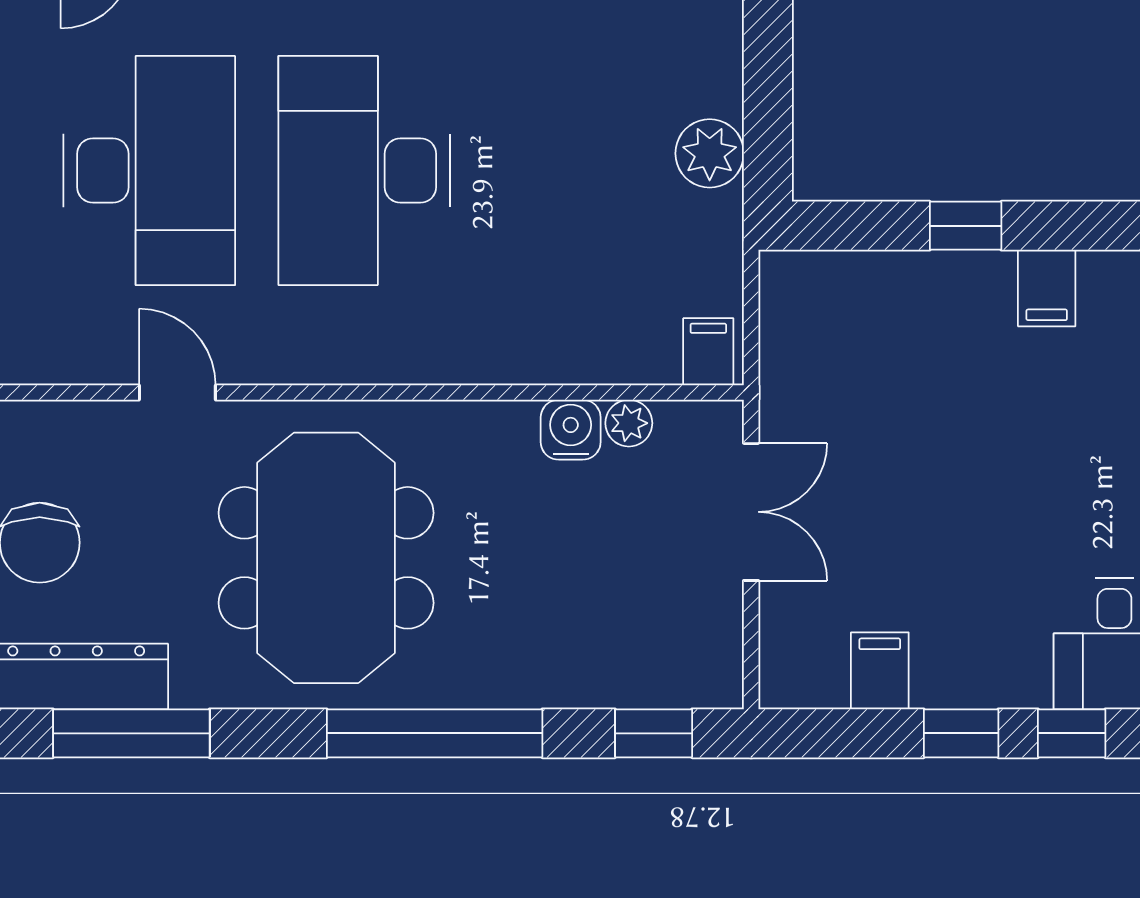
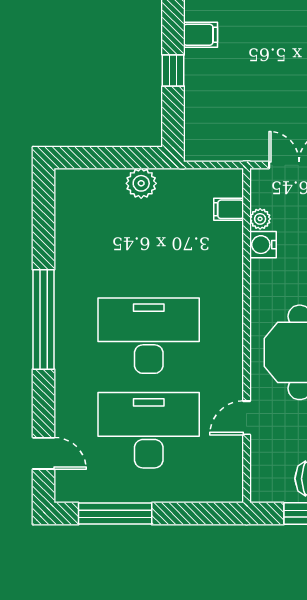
desk: (364, 171) -> (149, 336), turned 180
filing cabinet: (708, 352) -> (229, 209), moved

